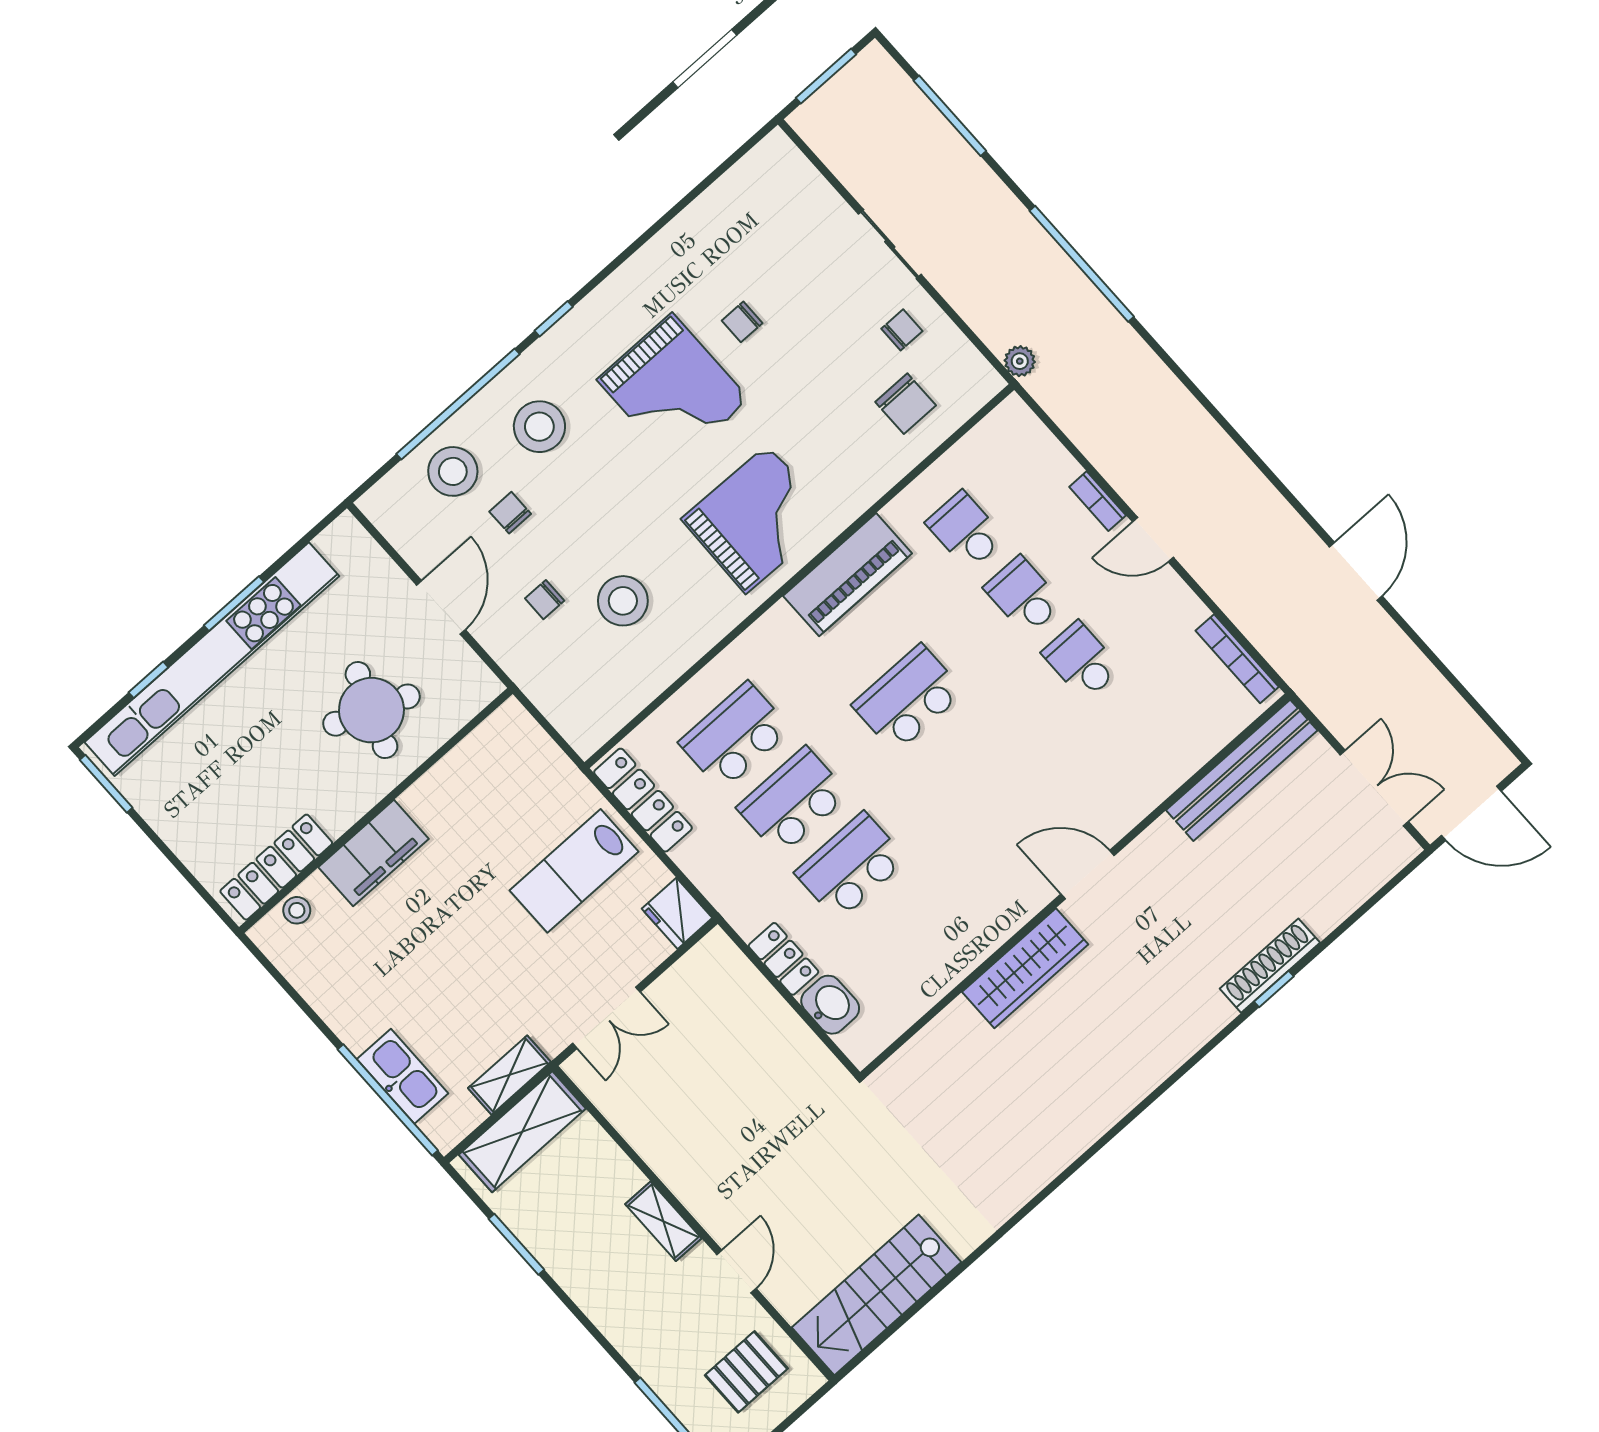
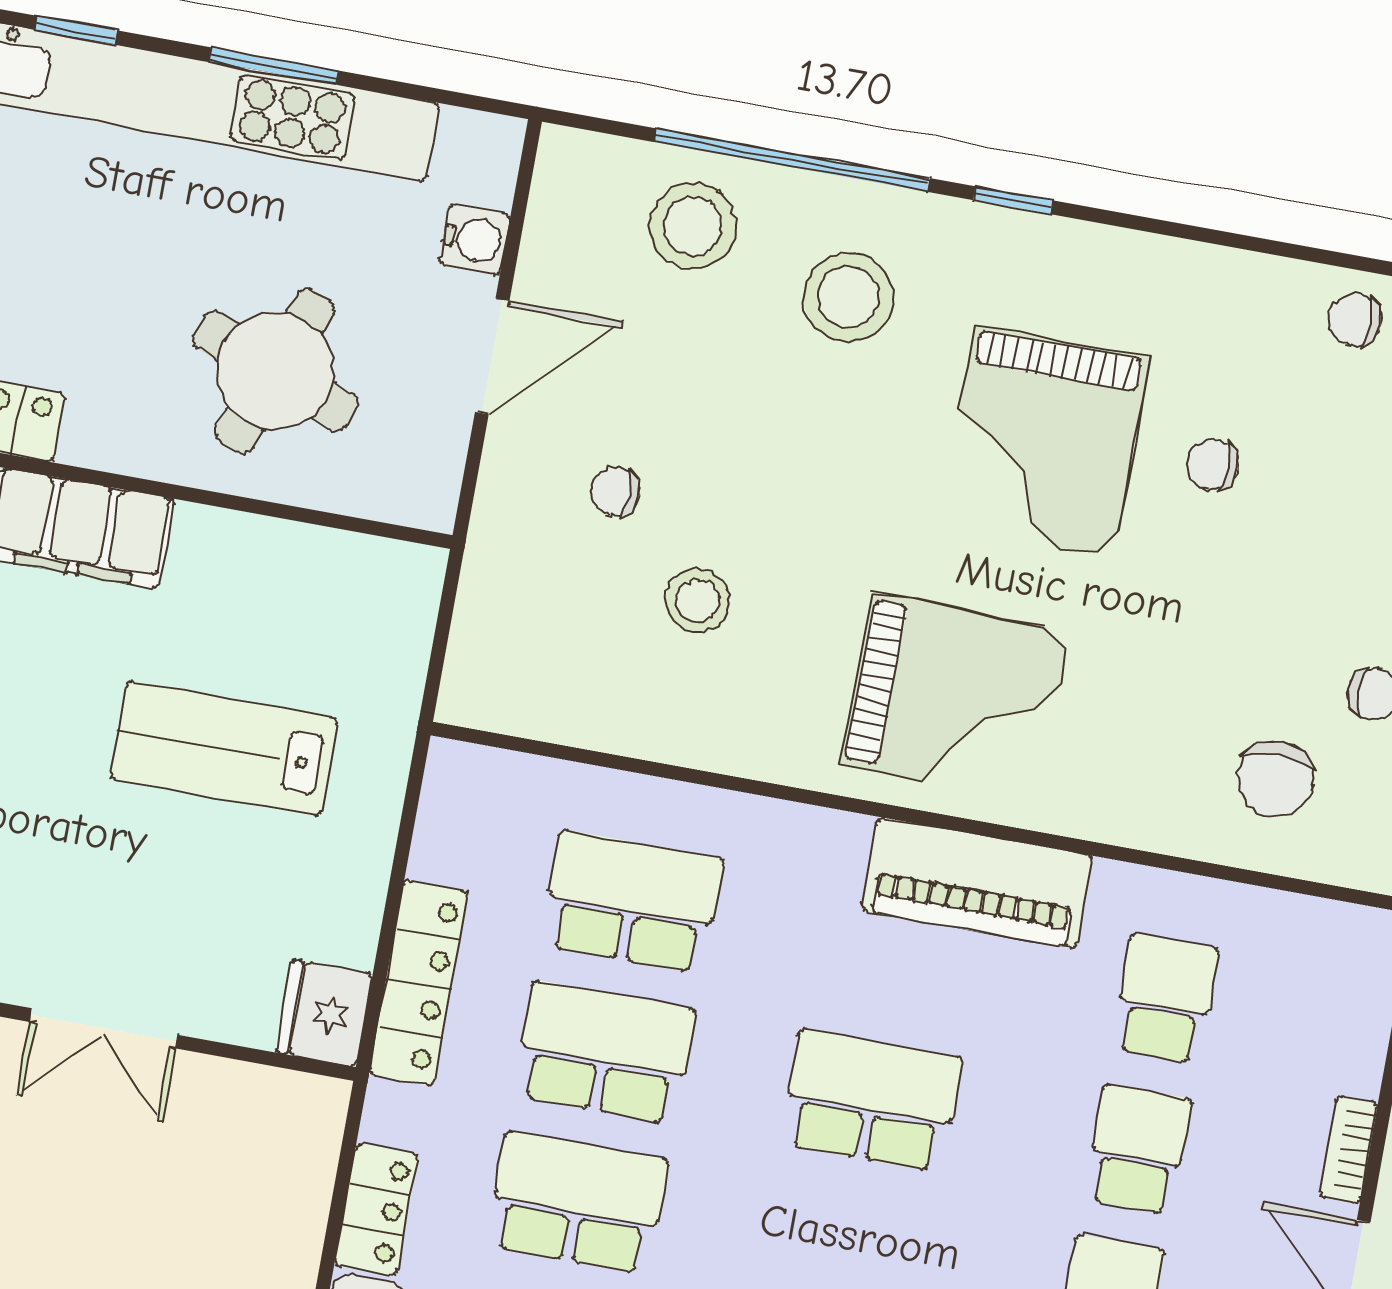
chair: (510, 513) -> (1355, 320), moved, turned -90
water cooler: (382, 574) -> (475, 239), added
stool: (623, 601) -> (698, 601), width x0.73, depth x0.73
locker: (643, 800) -> (419, 983), moved
lab bench: (574, 871) -> (224, 748), moved

